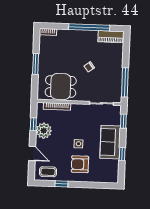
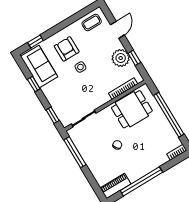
window: (36, 64) -> (169, 115), width x2.11
sofa: (110, 142) -> (39, 66), moved
door: (32, 154) -> (117, 30), swing flipped
armchair: (80, 164) -> (67, 49), turned -90
window: (61, 184) -> (35, 41), moved

